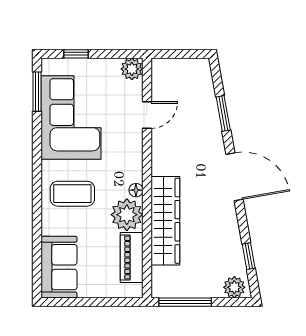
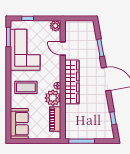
door: (147, 115) -> (63, 48), swing flipped
wardrobe: (165, 221) -> (72, 82), moved
plant: (234, 287) -> (106, 134), removed

